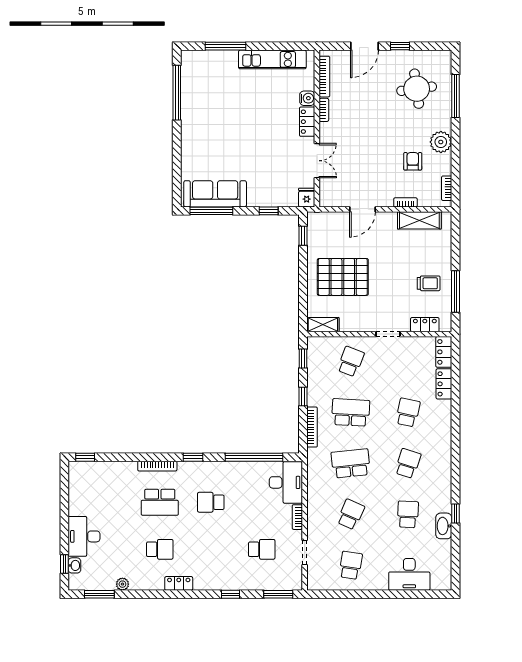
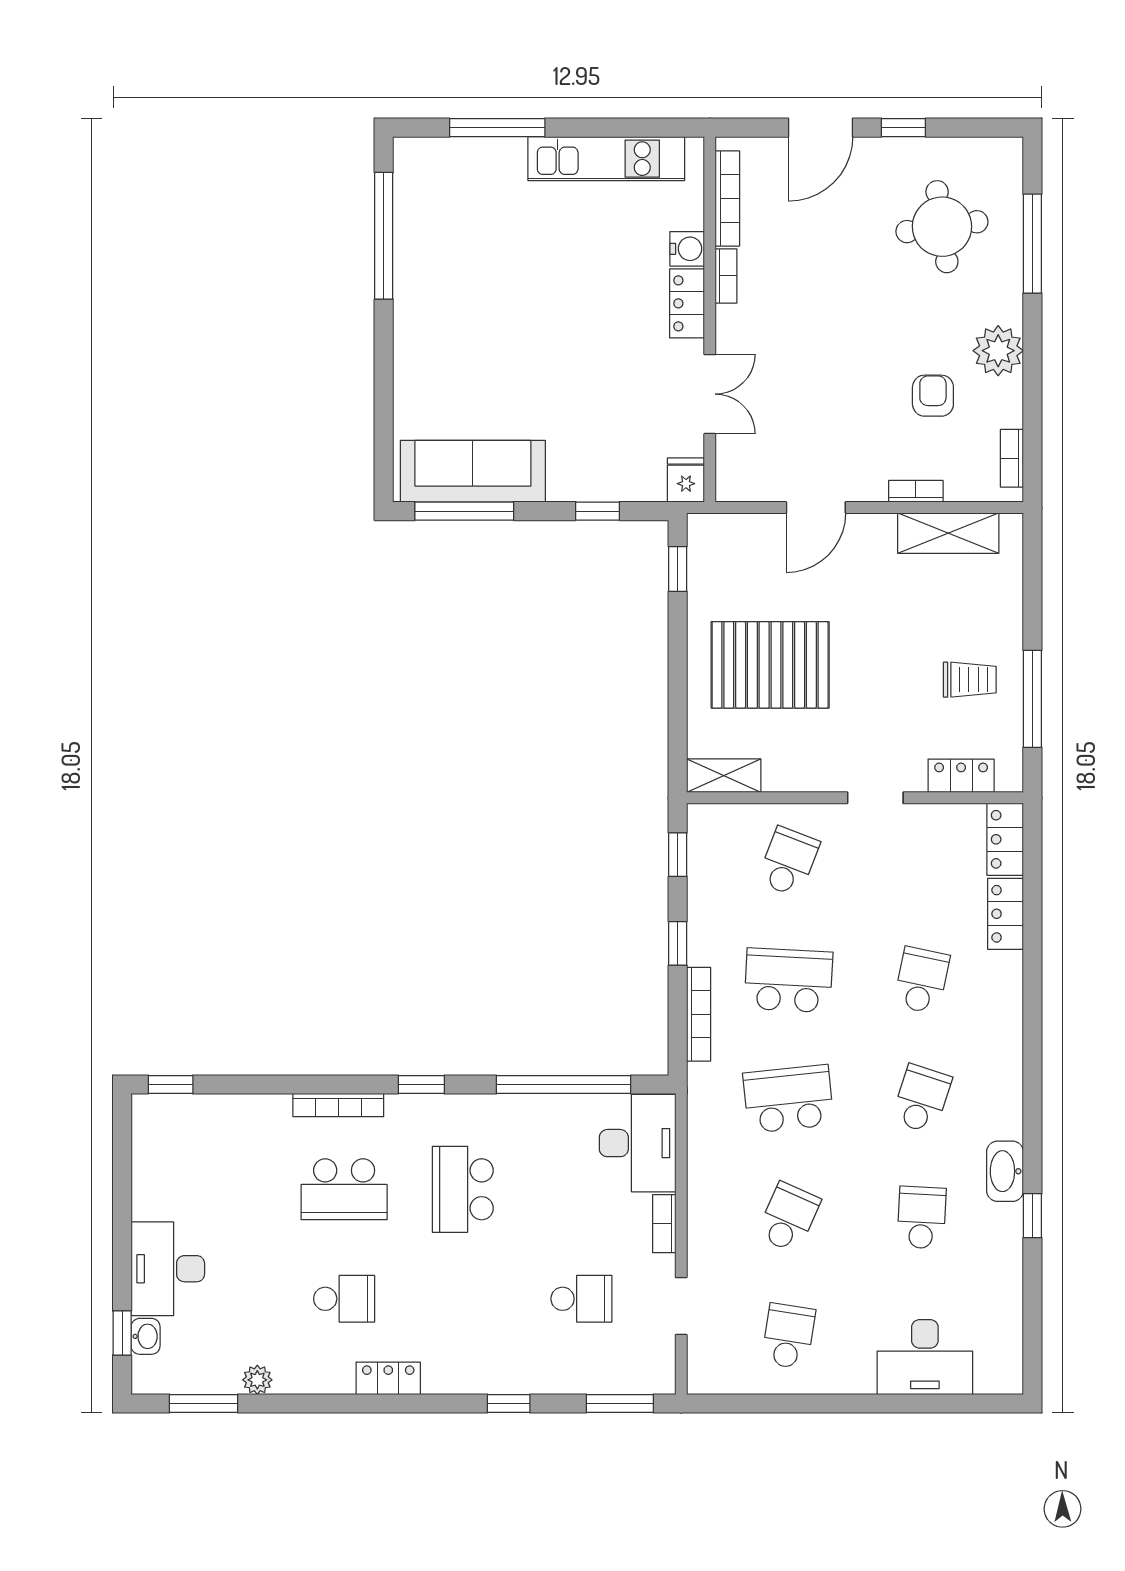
school desk: (211, 502) -> (463, 1189), width x1.85
washbasin: (444, 526) -> (1005, 1171), moved

